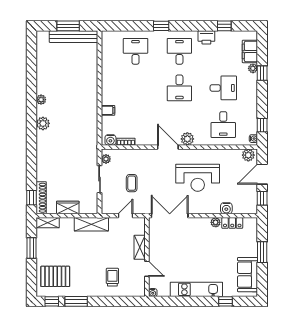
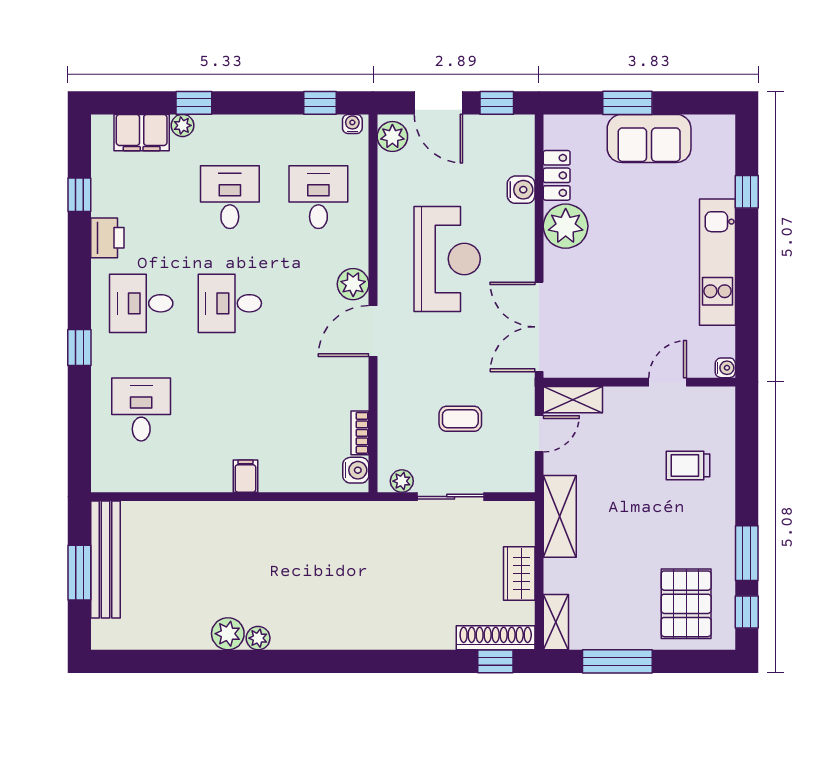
desk: (136, 51) -> (141, 409), turned 90
desk: (179, 88) -> (230, 303), turned 180
filing cabinet: (108, 110) -> (245, 476), moved
plant: (43, 123) -> (228, 634), moved
desk: (223, 125) -> (318, 197), turned -90
door: (125, 216) -> (539, 434), swing flipped
plant: (216, 222) -> (566, 226), width x1.87, depth x1.87
shelving: (140, 247) -> (573, 400), moved
window: (31, 248) -> (617, 661), width x1.44
sofa: (248, 275) -> (649, 138), moved

